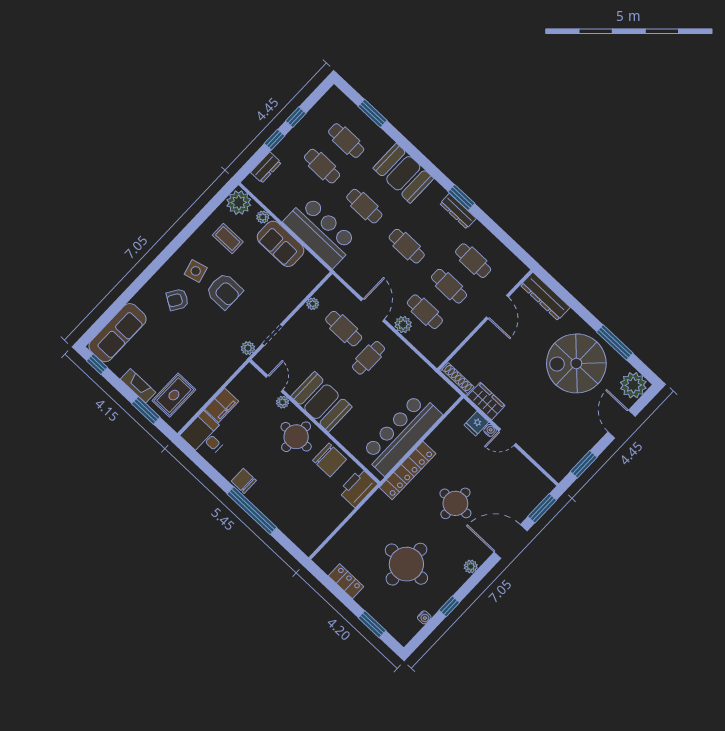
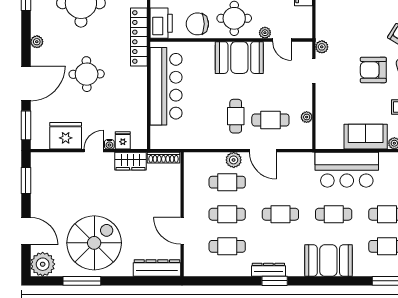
fridge: (518, 470) -> (66, 136), added
locker: (408, 471) -> (139, 37), moved

